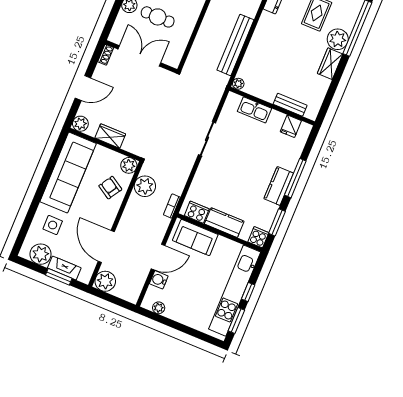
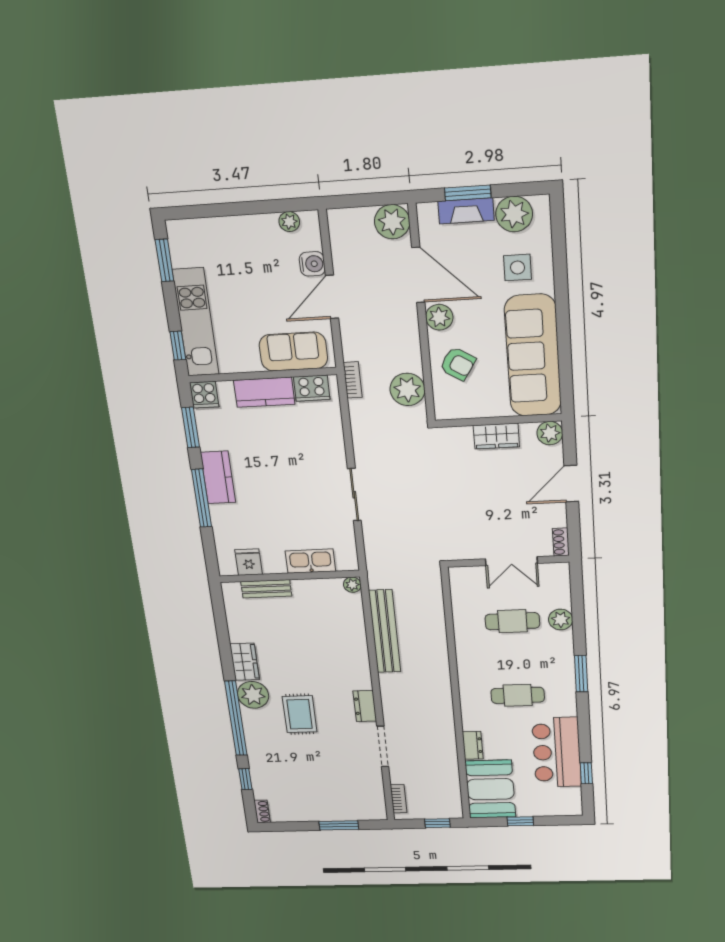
double door: (139, 56) -> (511, 561), width x0.73
plant: (129, 165) -> (439, 317), moved
kitchen unit: (235, 291) -> (196, 322), width x0.73
window: (248, 292) -> (178, 346), moved

